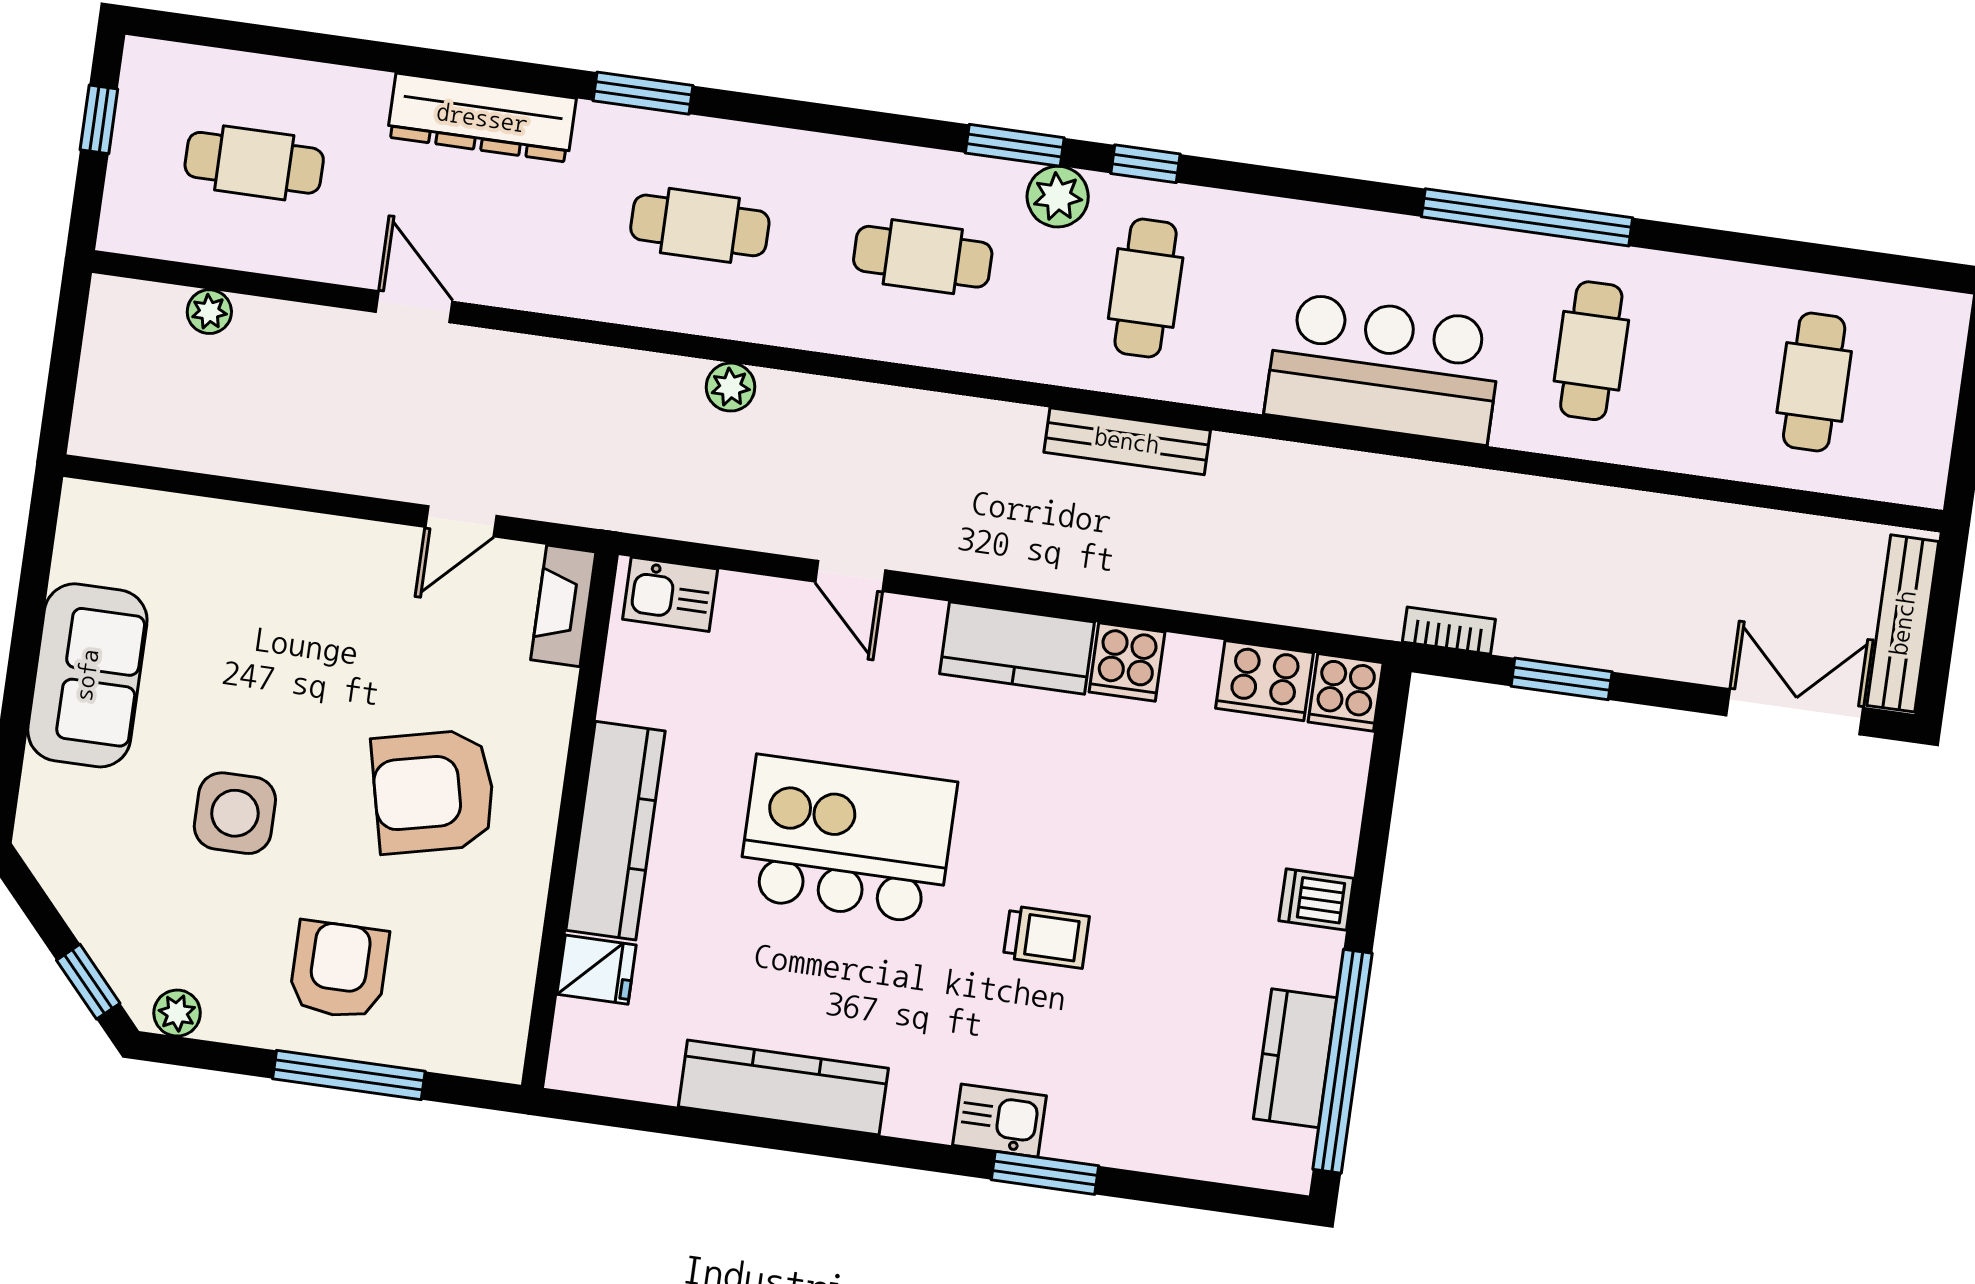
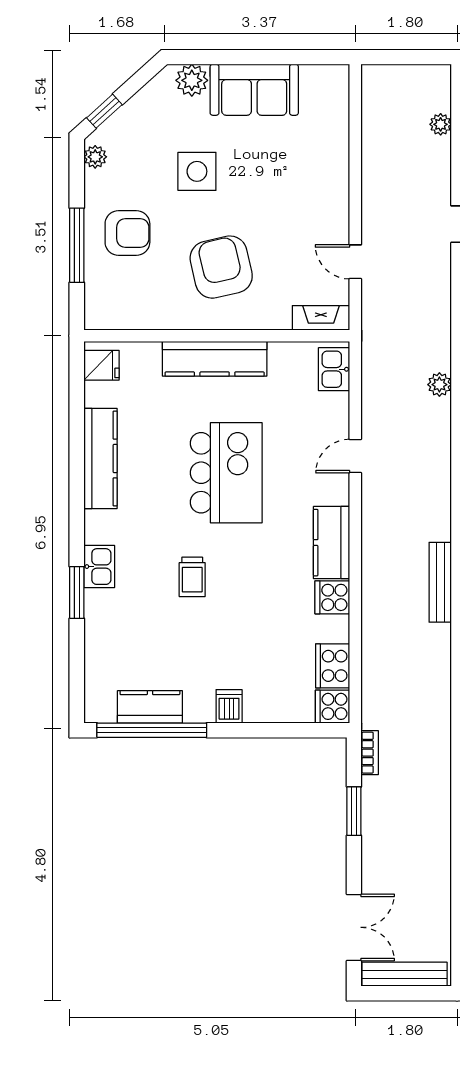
plant: (51, 798) -> (192, 80), added
fridge: (597, 970) -> (101, 365), moved, turned -90

